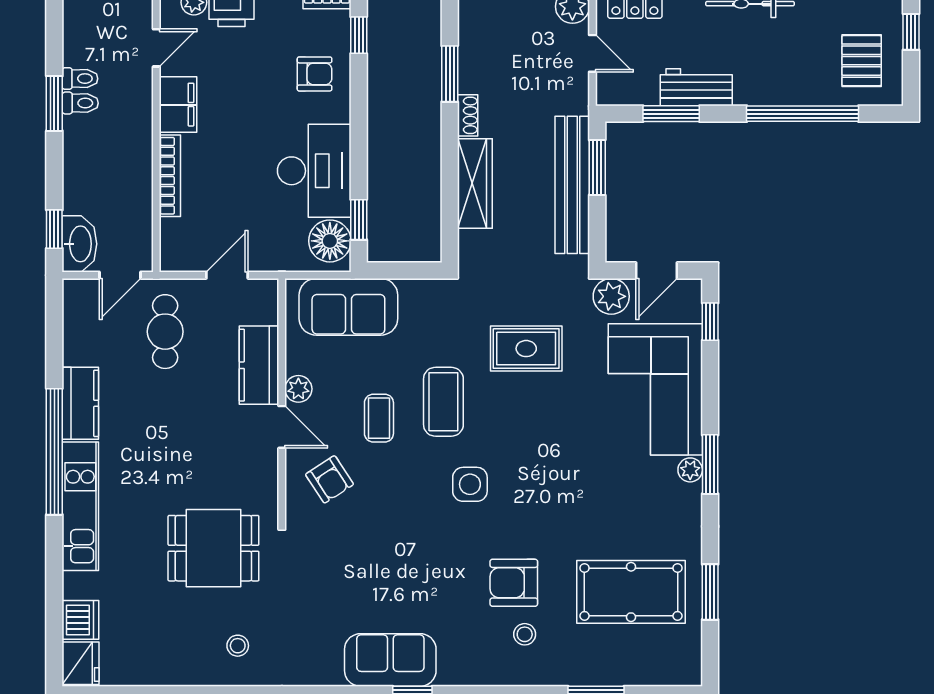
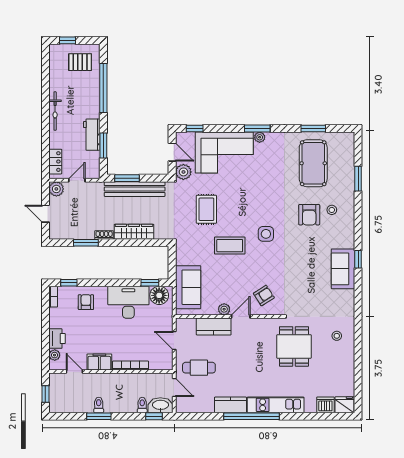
toilet: (80, 79) -> (142, 405), moved
coffee table: (379, 418) -> (237, 274), removed

